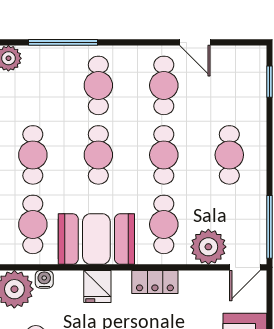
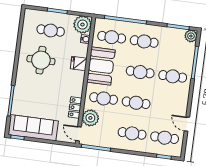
door: (195, 42) -> (187, 124), hinge flipped
cafe table: (164, 85) -> (165, 138), moved
locker: (155, 282) -> (75, 107), moved

